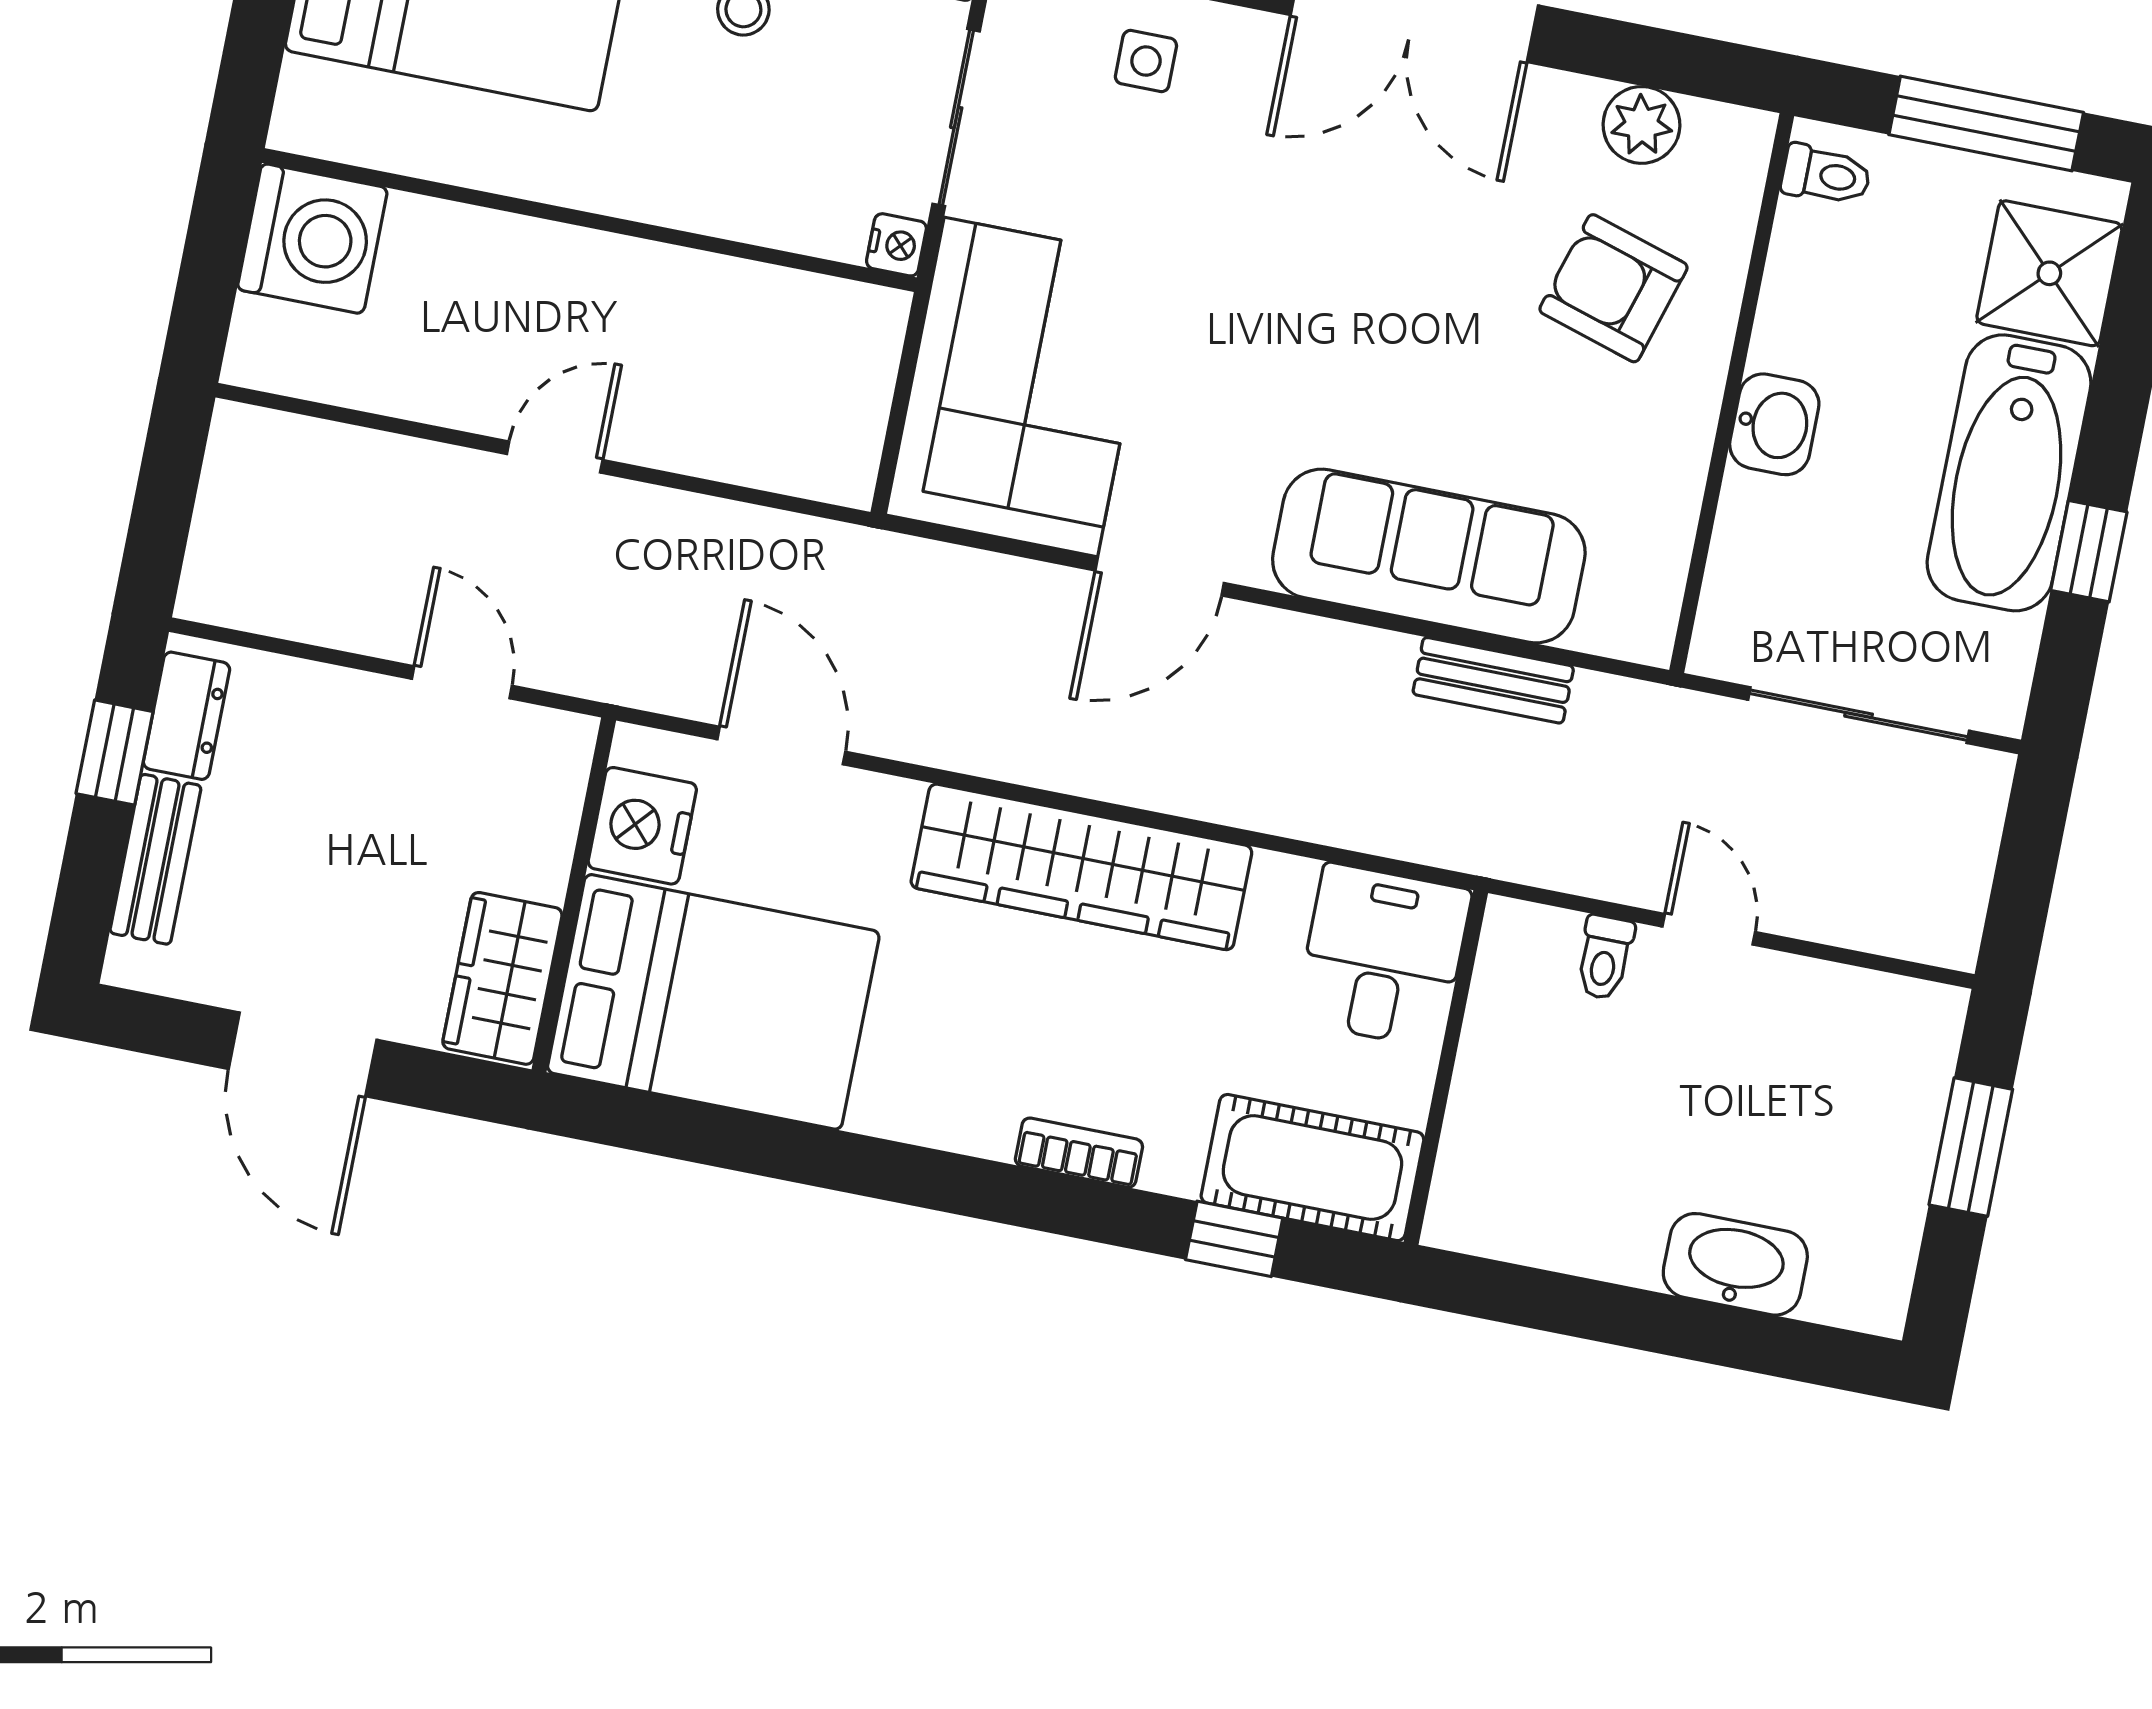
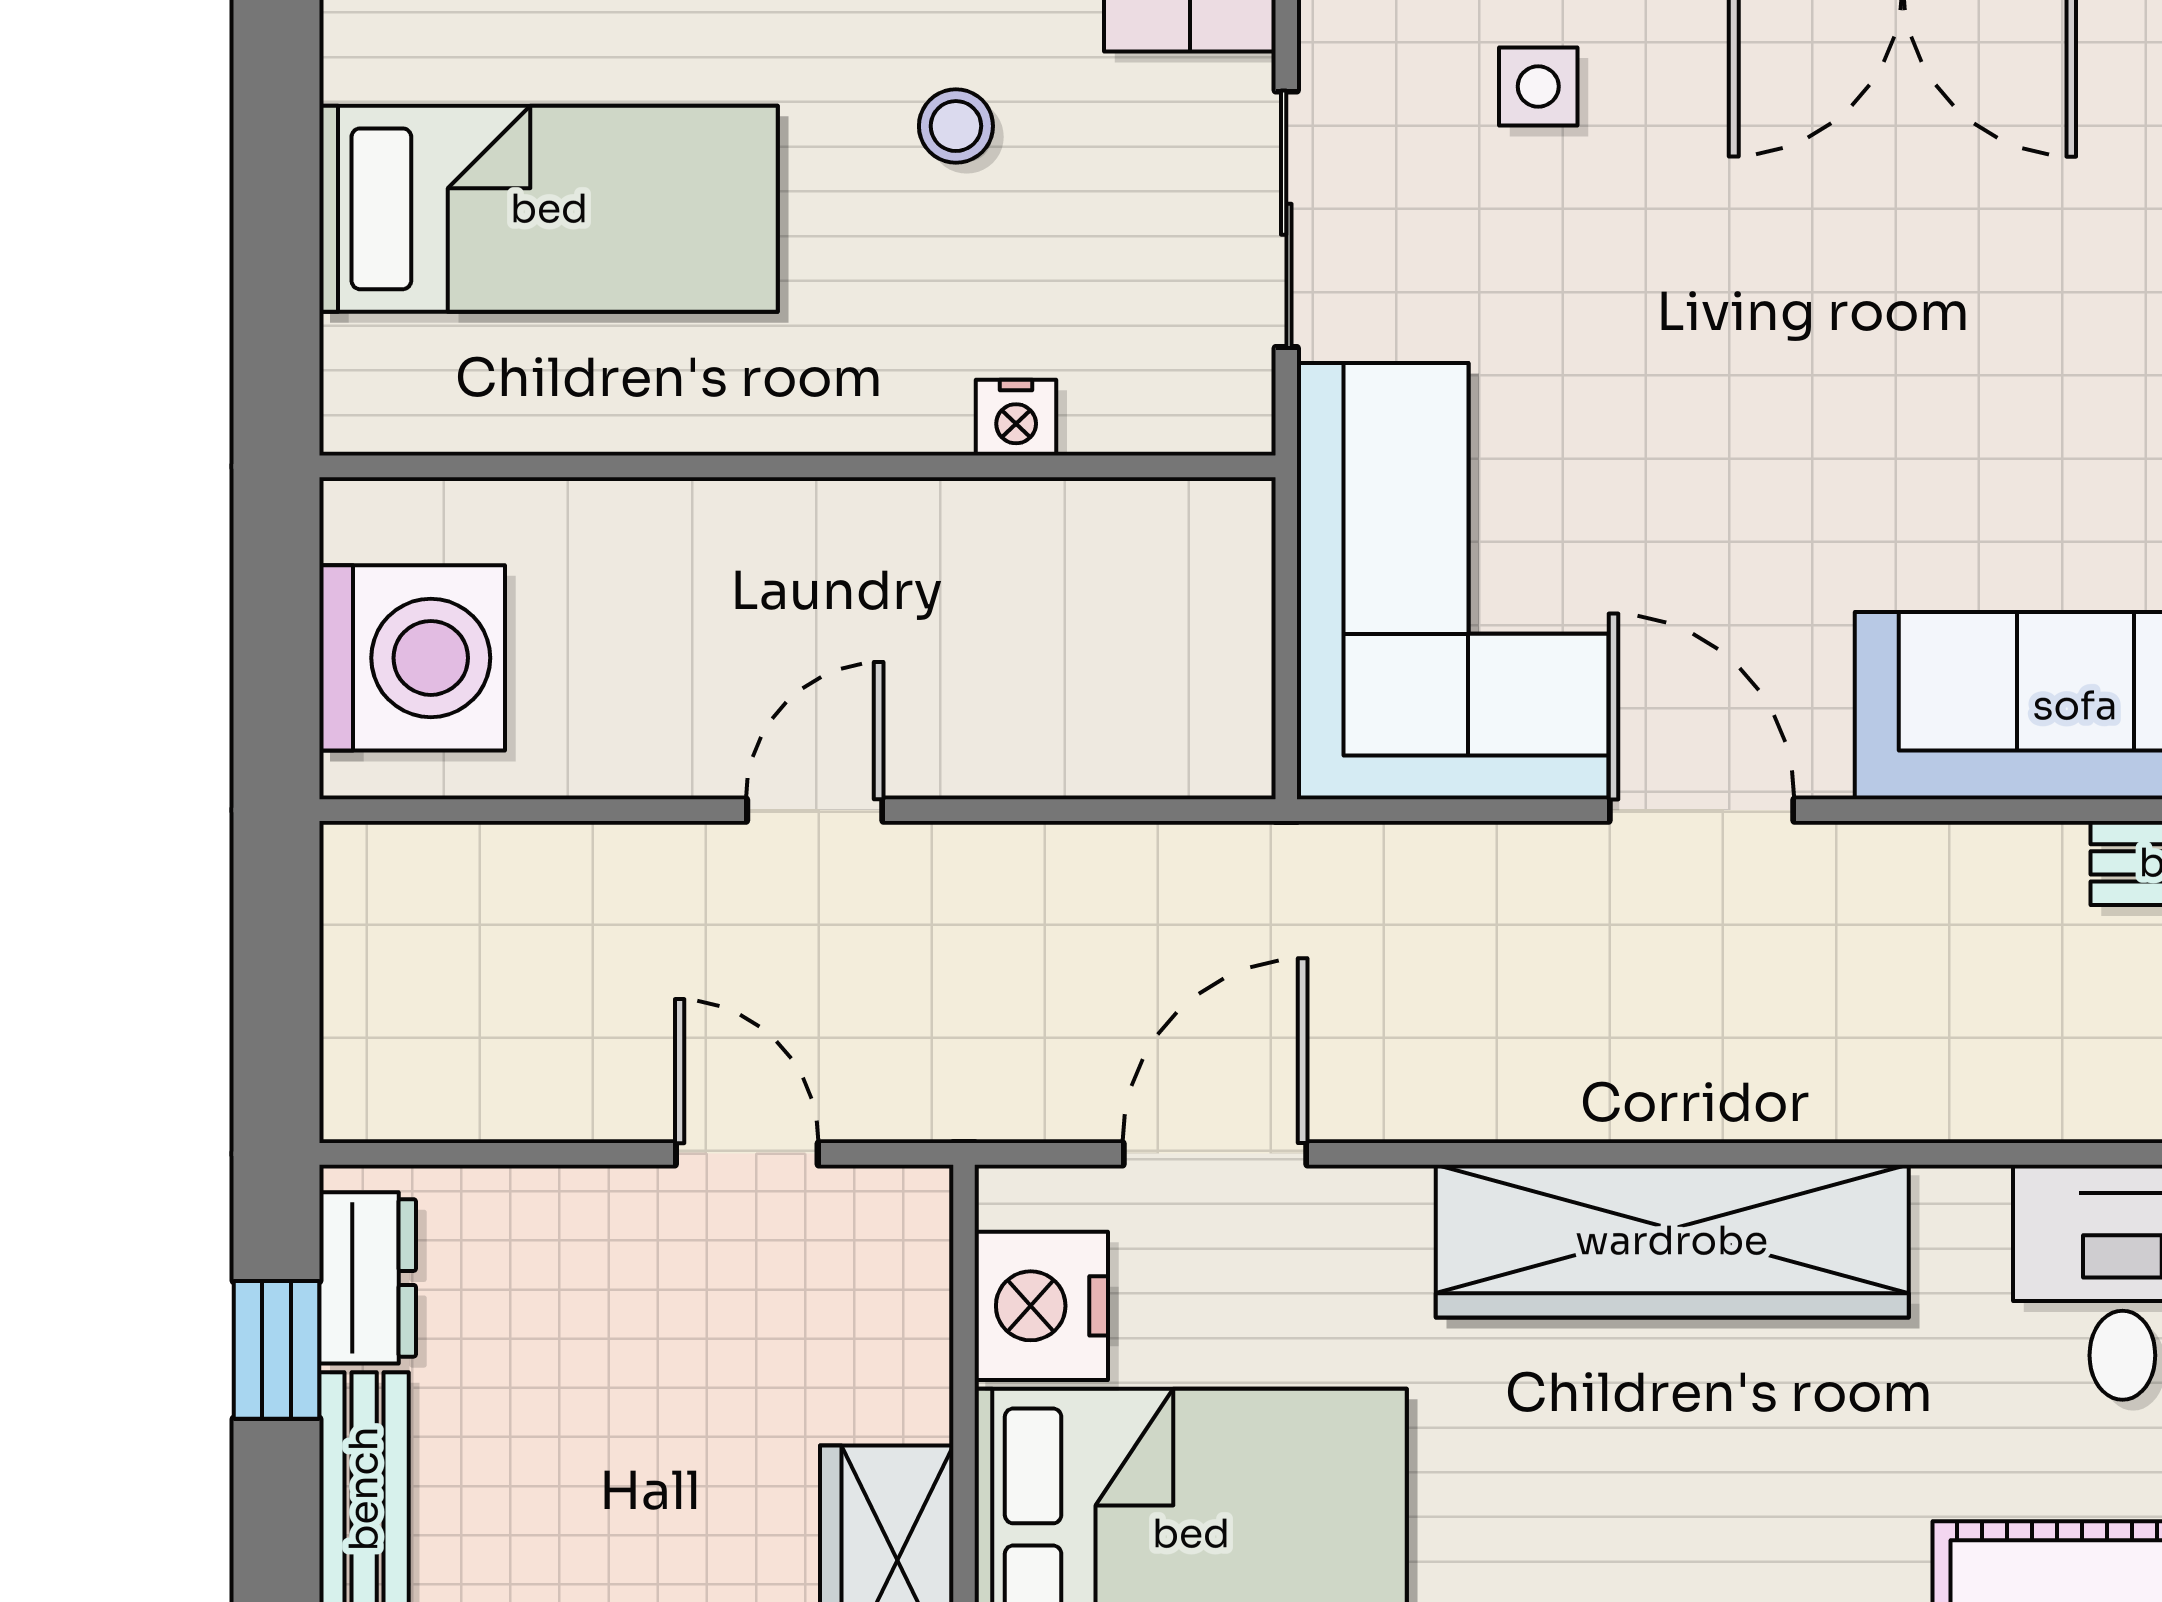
washing machine: (312, 239) -> (412, 658), moved
nightstand: (896, 245) -> (1016, 418), moved, turned 90
door: (1160, 577) -> (1701, 810), swing flipped
door: (781, 746) -> (1215, 1154), hinge flipped

